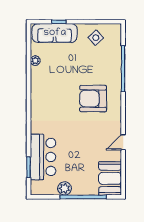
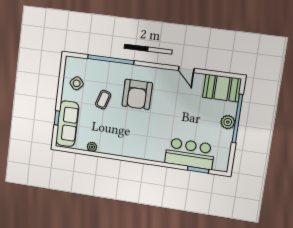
coffee table: (83, 66) -> (103, 100), added
plant: (65, 188) -> (228, 122), moved

